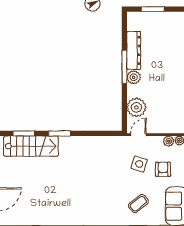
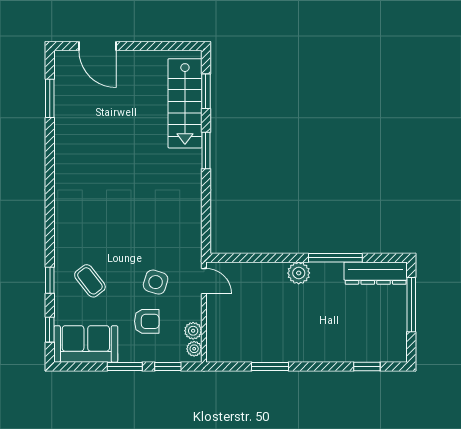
window: (153, 9) -> (411, 305), width x1.44
dresser: (134, 50) -> (376, 273), moved
window: (124, 67) -> (335, 258), moved
plant: (136, 107) -> (249, 278), removed

